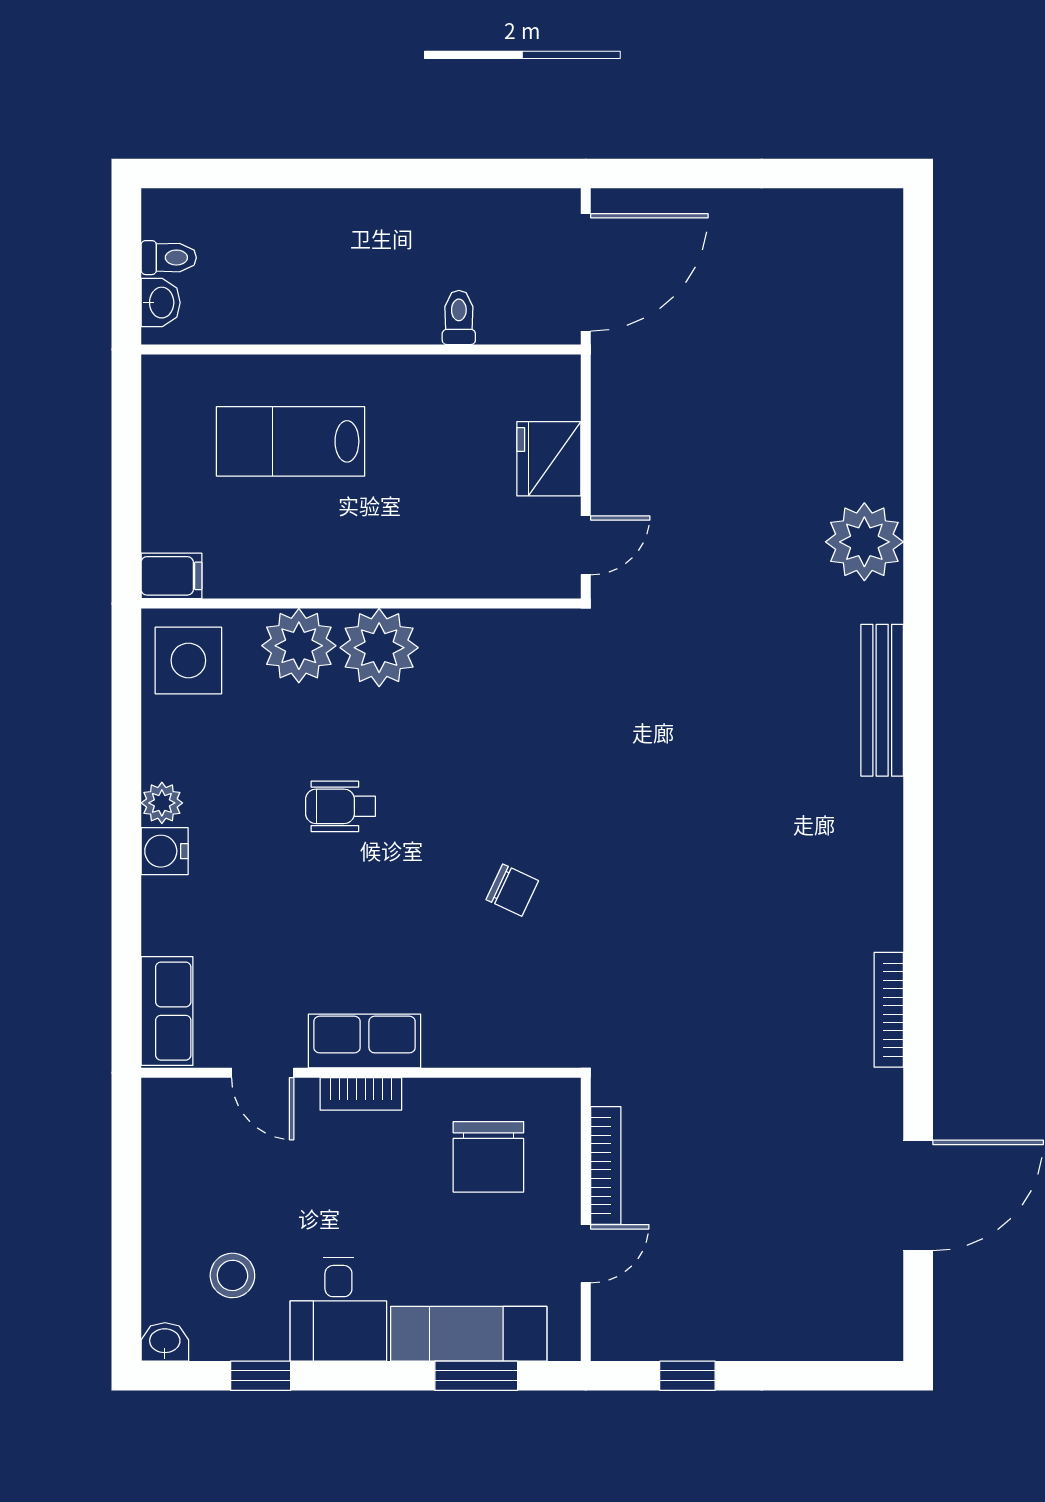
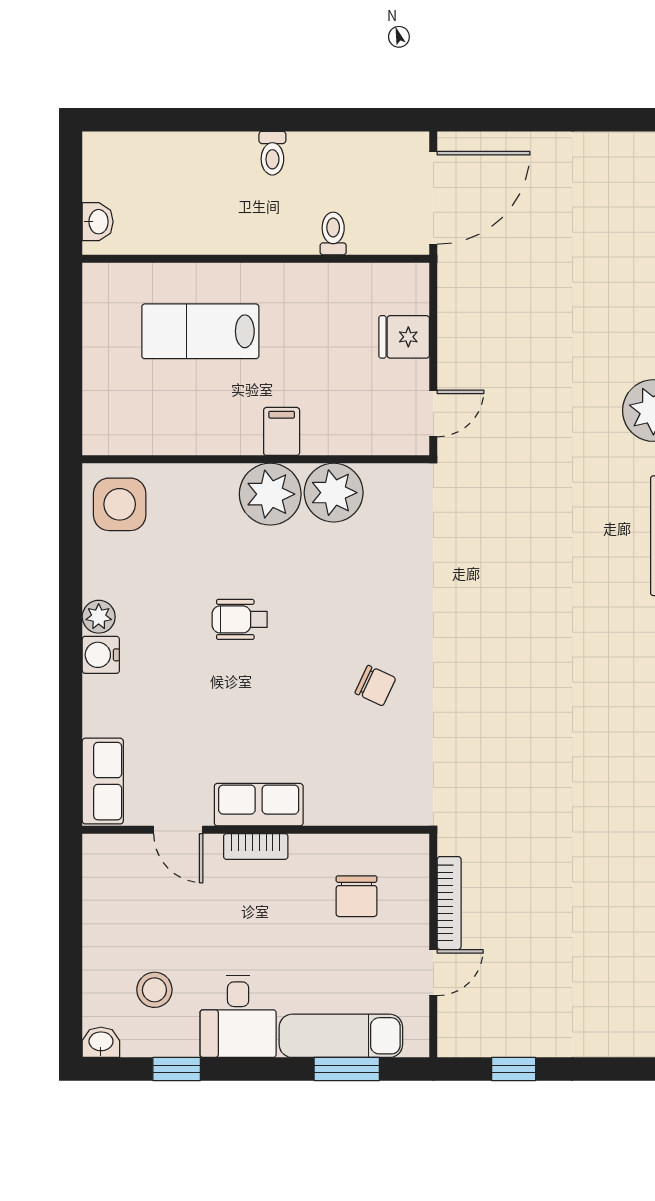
toilet: (169, 258) -> (272, 153), moved, turned 90
fridge: (549, 459) -> (404, 337), width x0.72
filing cabinet: (171, 576) -> (282, 431), moved, turned -90
plant: (299, 646) -> (334, 493), moved
chair: (488, 1157) -> (357, 896), width x0.73, depth x0.73

